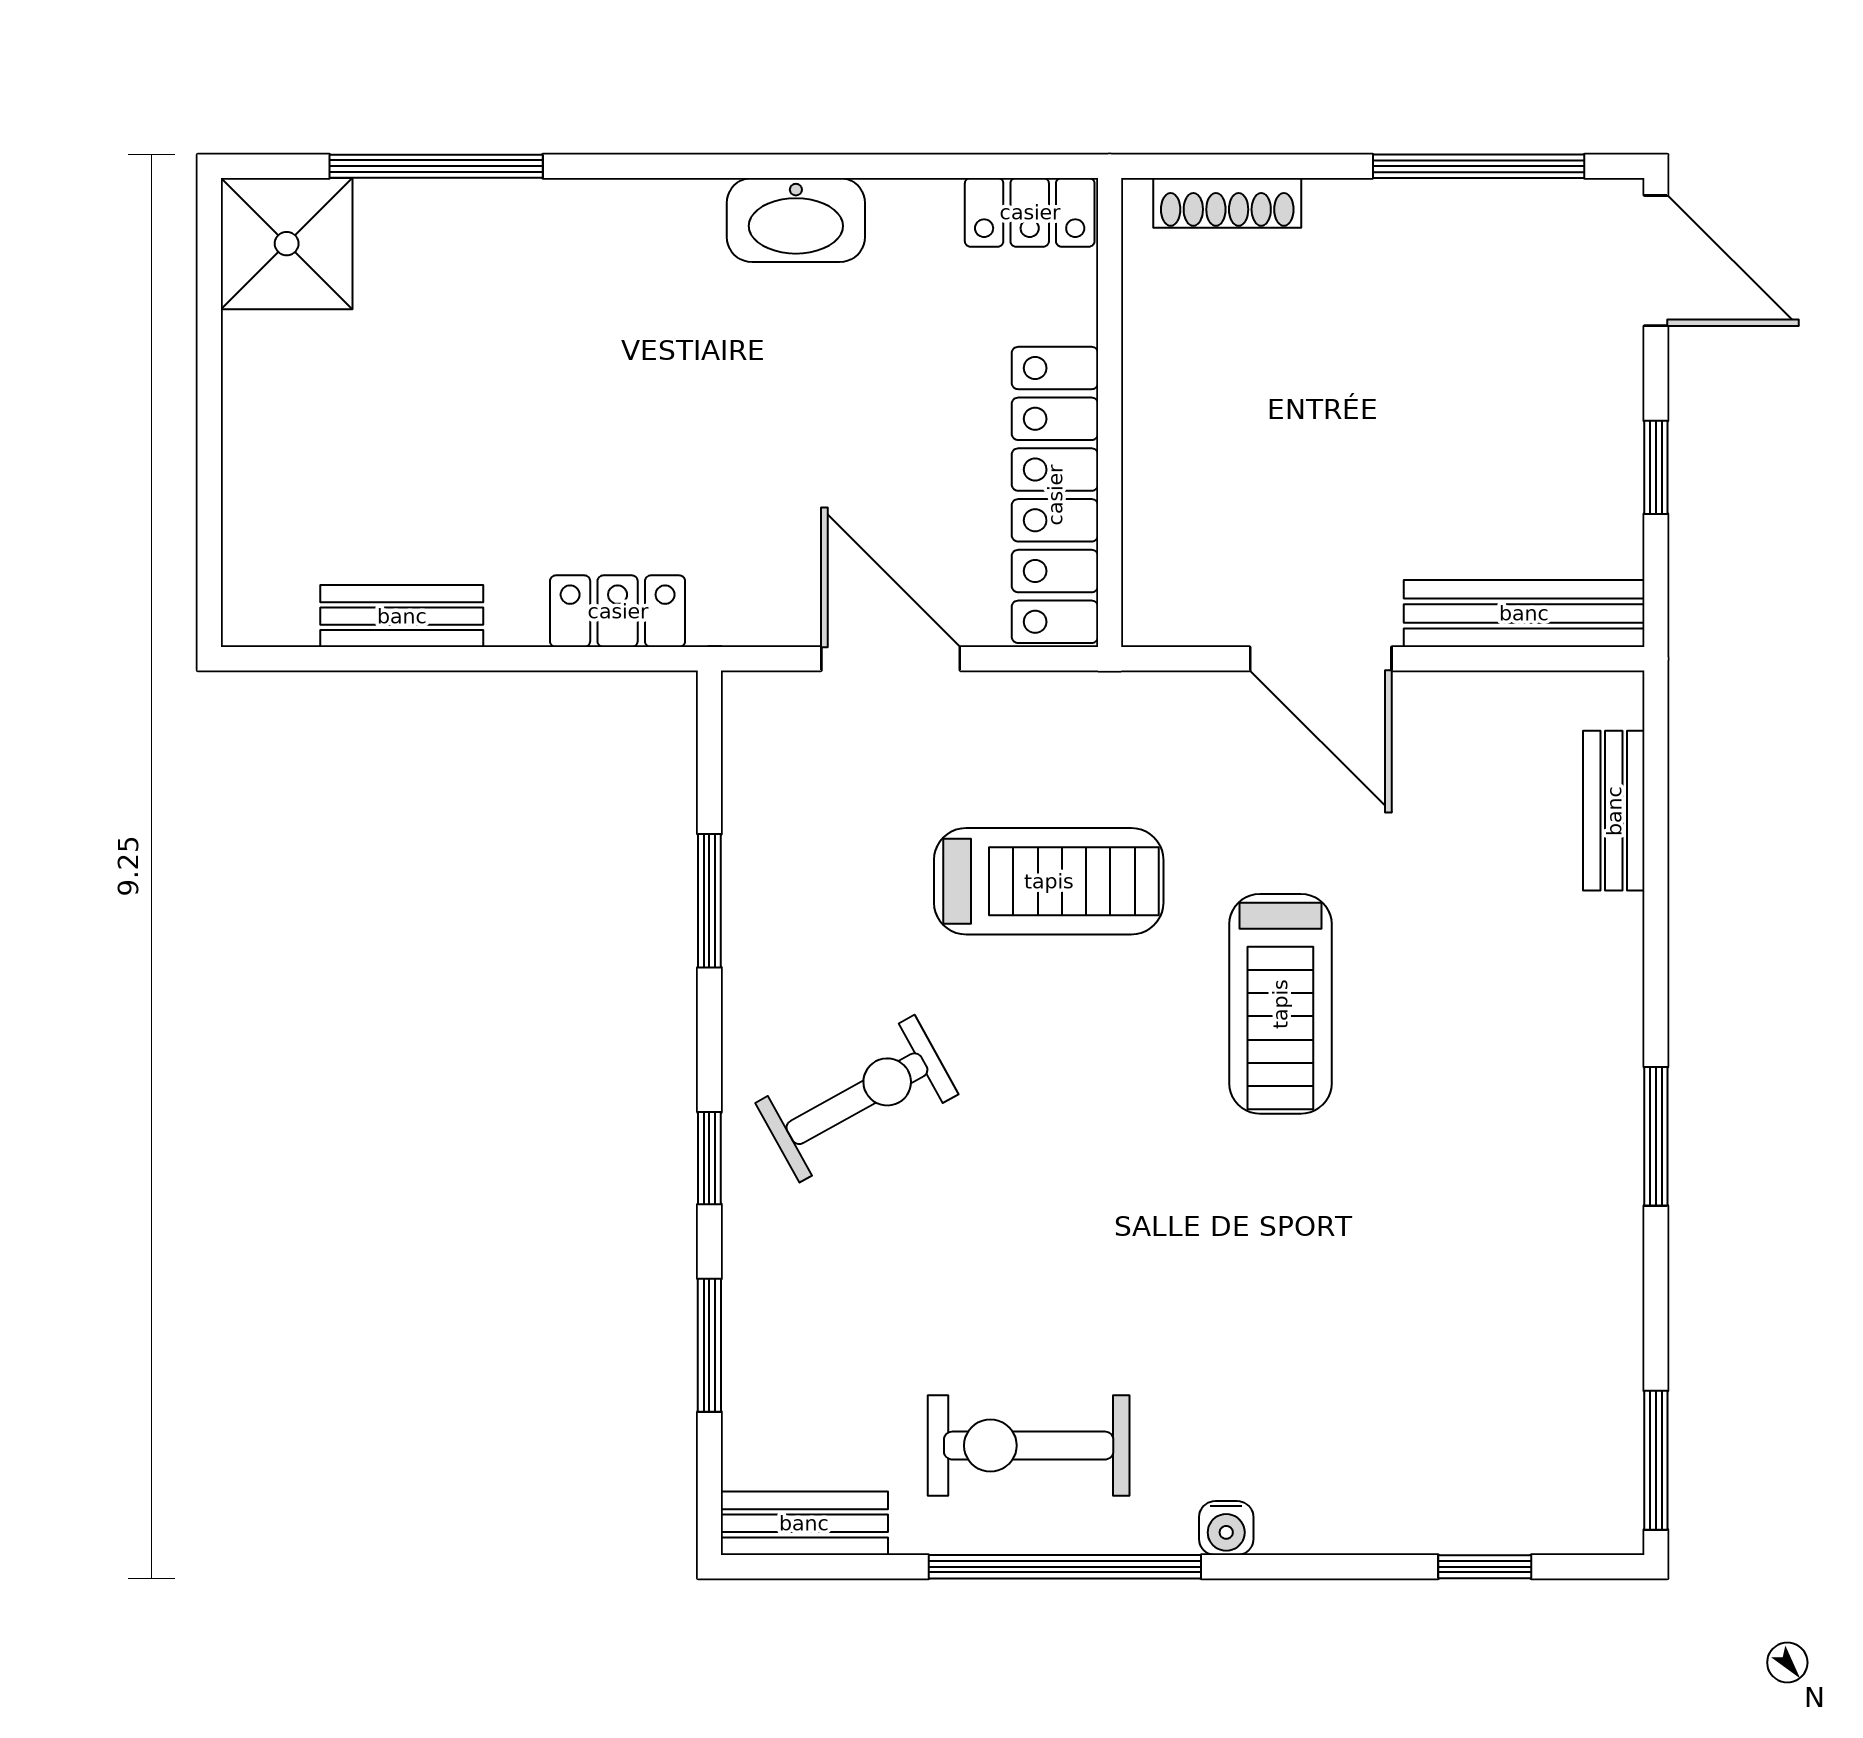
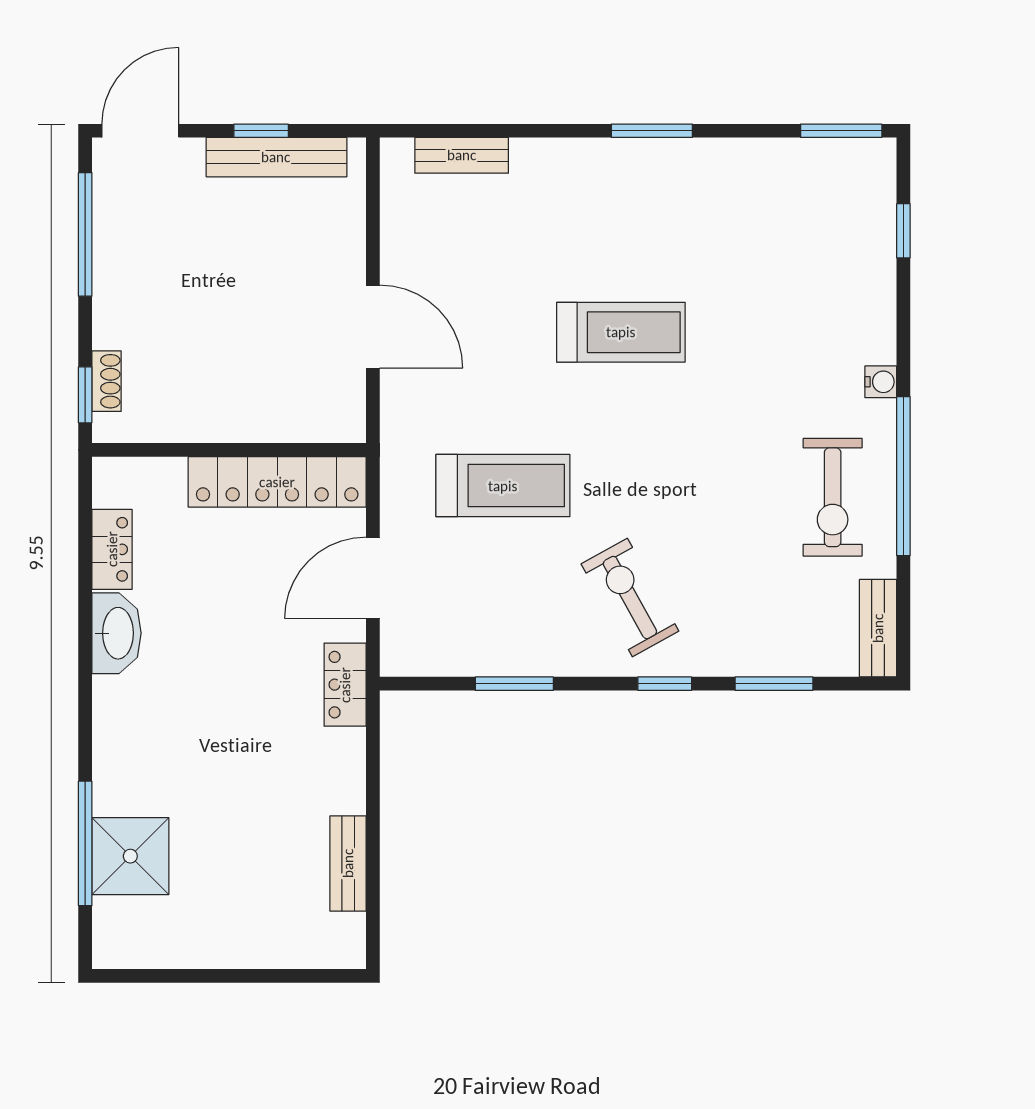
window: (1204, 166) -> (85, 395), added
shoe rack: (1227, 203) -> (107, 381), width x0.70
locker: (1030, 212) -> (112, 549), moved
shower: (287, 244) -> (130, 856), moved
locker: (618, 611) -> (345, 685), moved
bench: (1524, 613) -> (276, 157), moved, turned 90
door: (1321, 659) -> (373, 327), hinge flipped
treadmill: (1049, 881) -> (503, 486), turned 90
treadmill: (1280, 1004) -> (621, 332), moved

